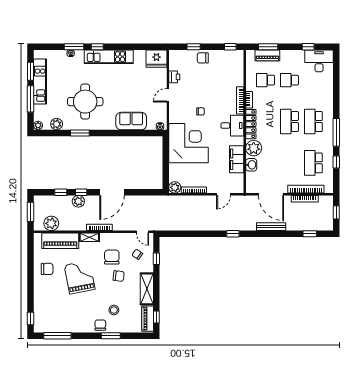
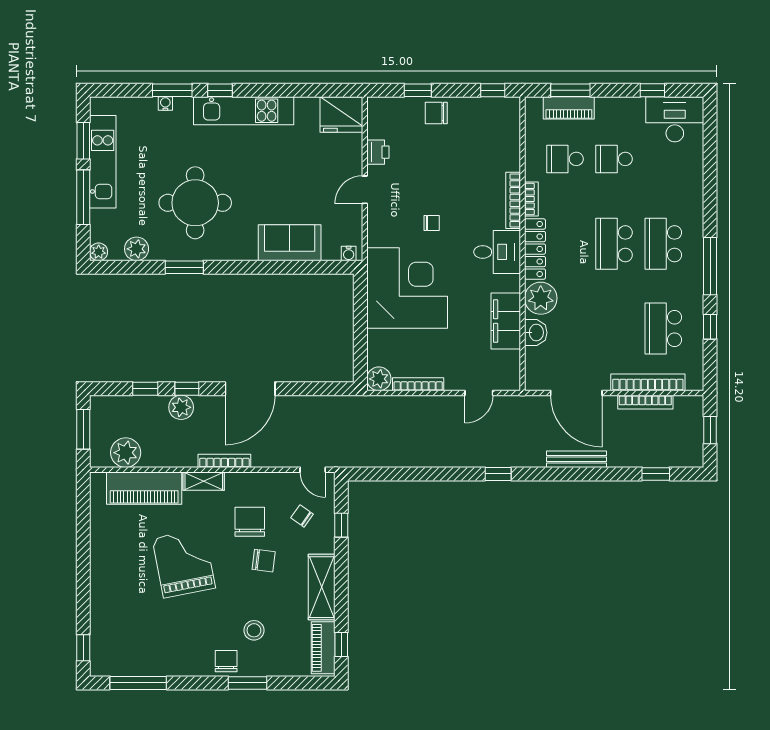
chair: (47, 269) -> (117, 546), removed

